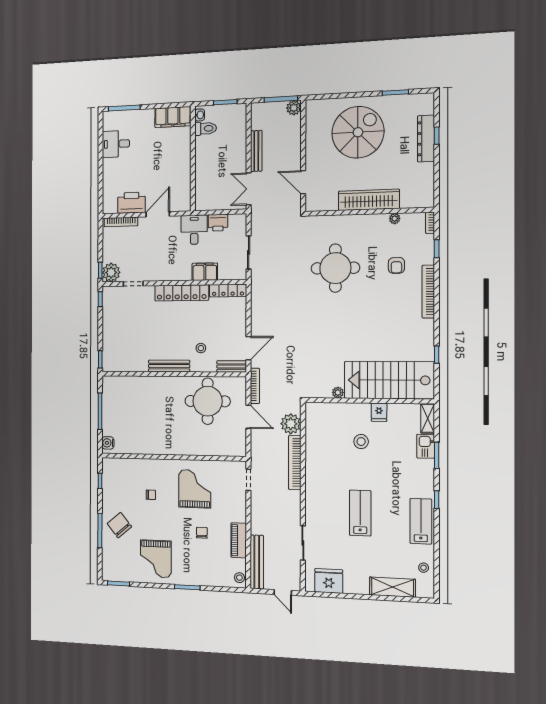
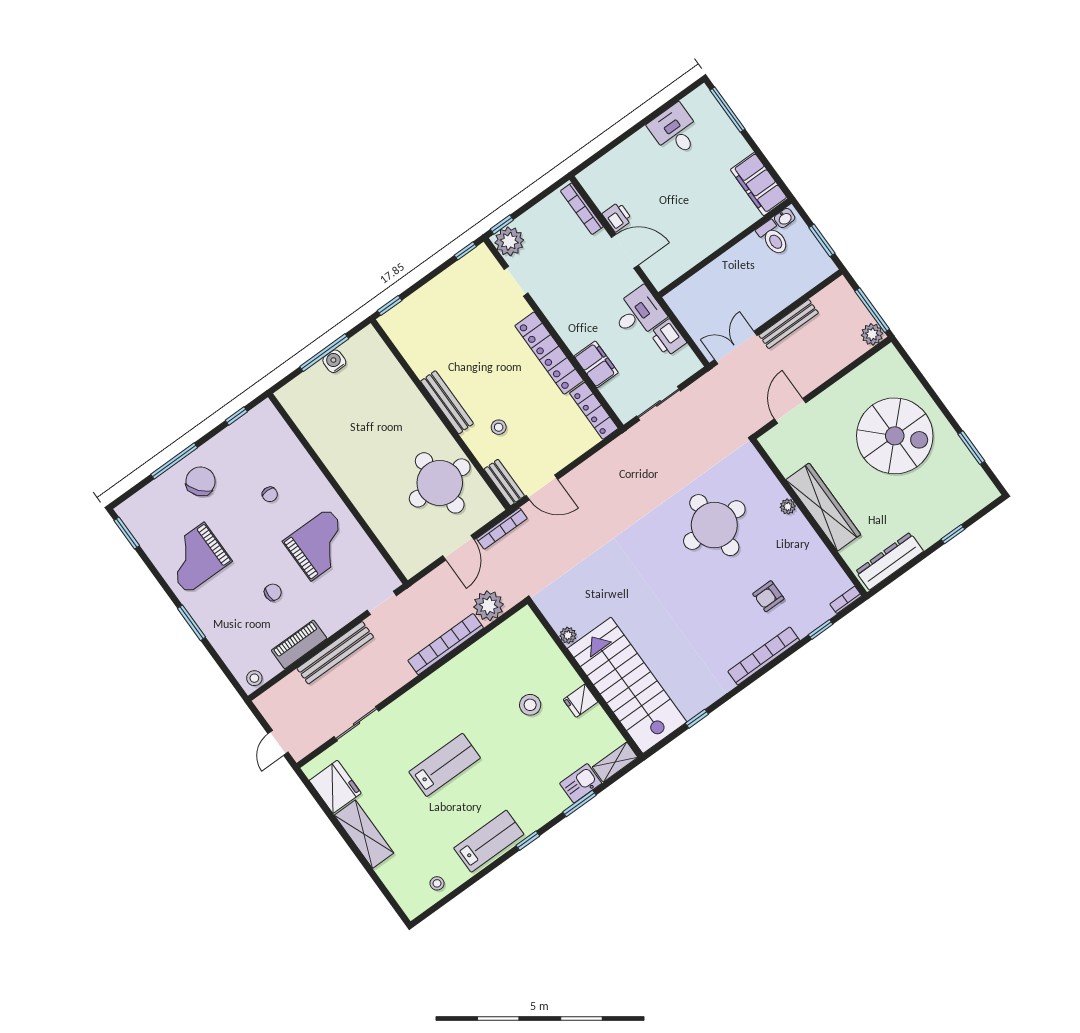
dresser: (426, 139) -> (890, 561), moved
printer: (131, 203) -> (617, 217), width x0.53, depth x0.68
plant: (395, 219) -> (788, 507), moved
water cooler: (108, 443) -> (334, 361), moved
bench: (257, 562) -> (335, 653), moved
shelving: (392, 587) -> (364, 834), moved

